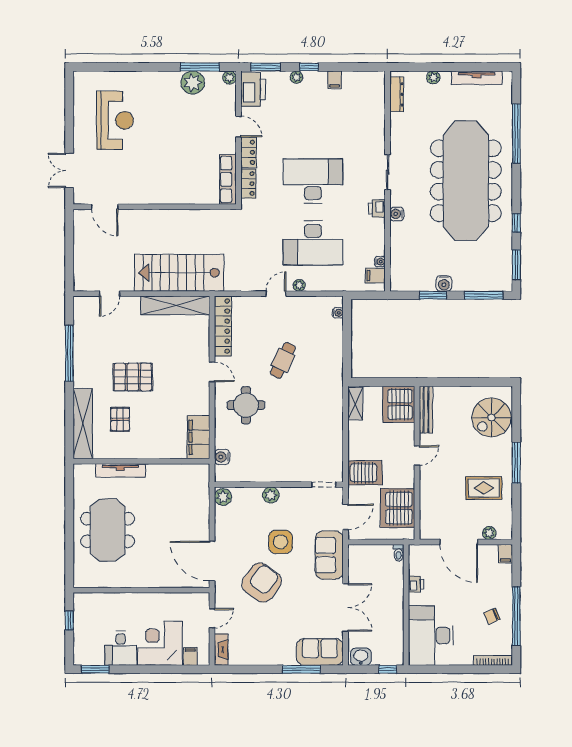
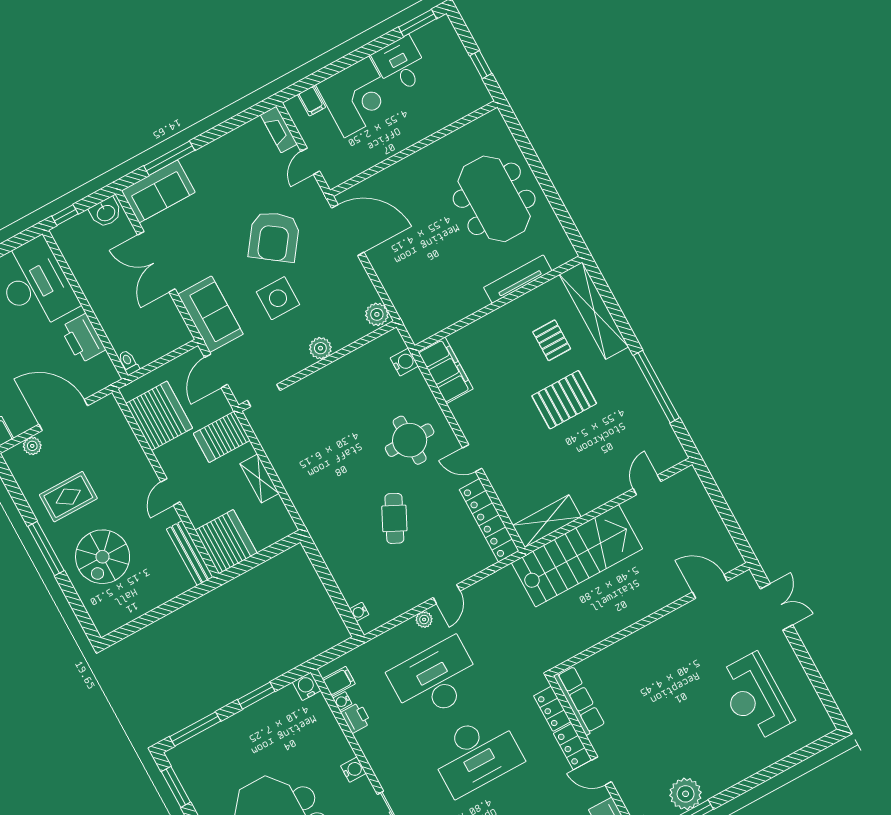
printer: (377, 208) -> (356, 718), moved
water cooler: (444, 284) -> (307, 686), moved
shelving: (175, 305) -> (547, 521), width x0.68
shelving: (355, 404) -> (259, 479), moved
spiral stairs: (491, 418) -> (103, 557), moved, turned 180
printer: (416, 584) -> (83, 338), width x1.87, depth x1.48

